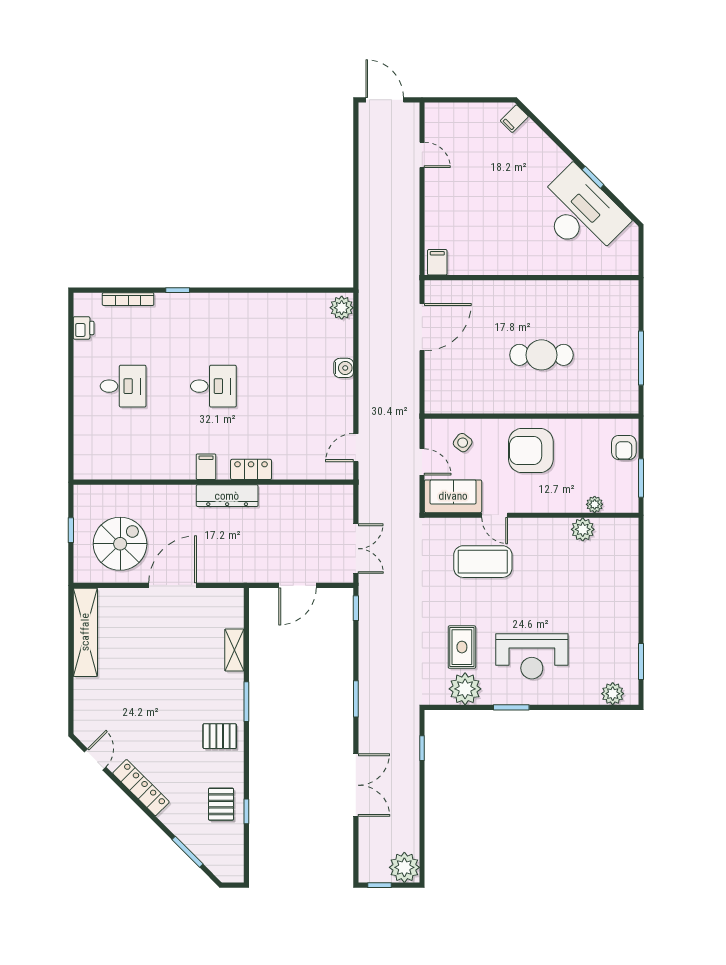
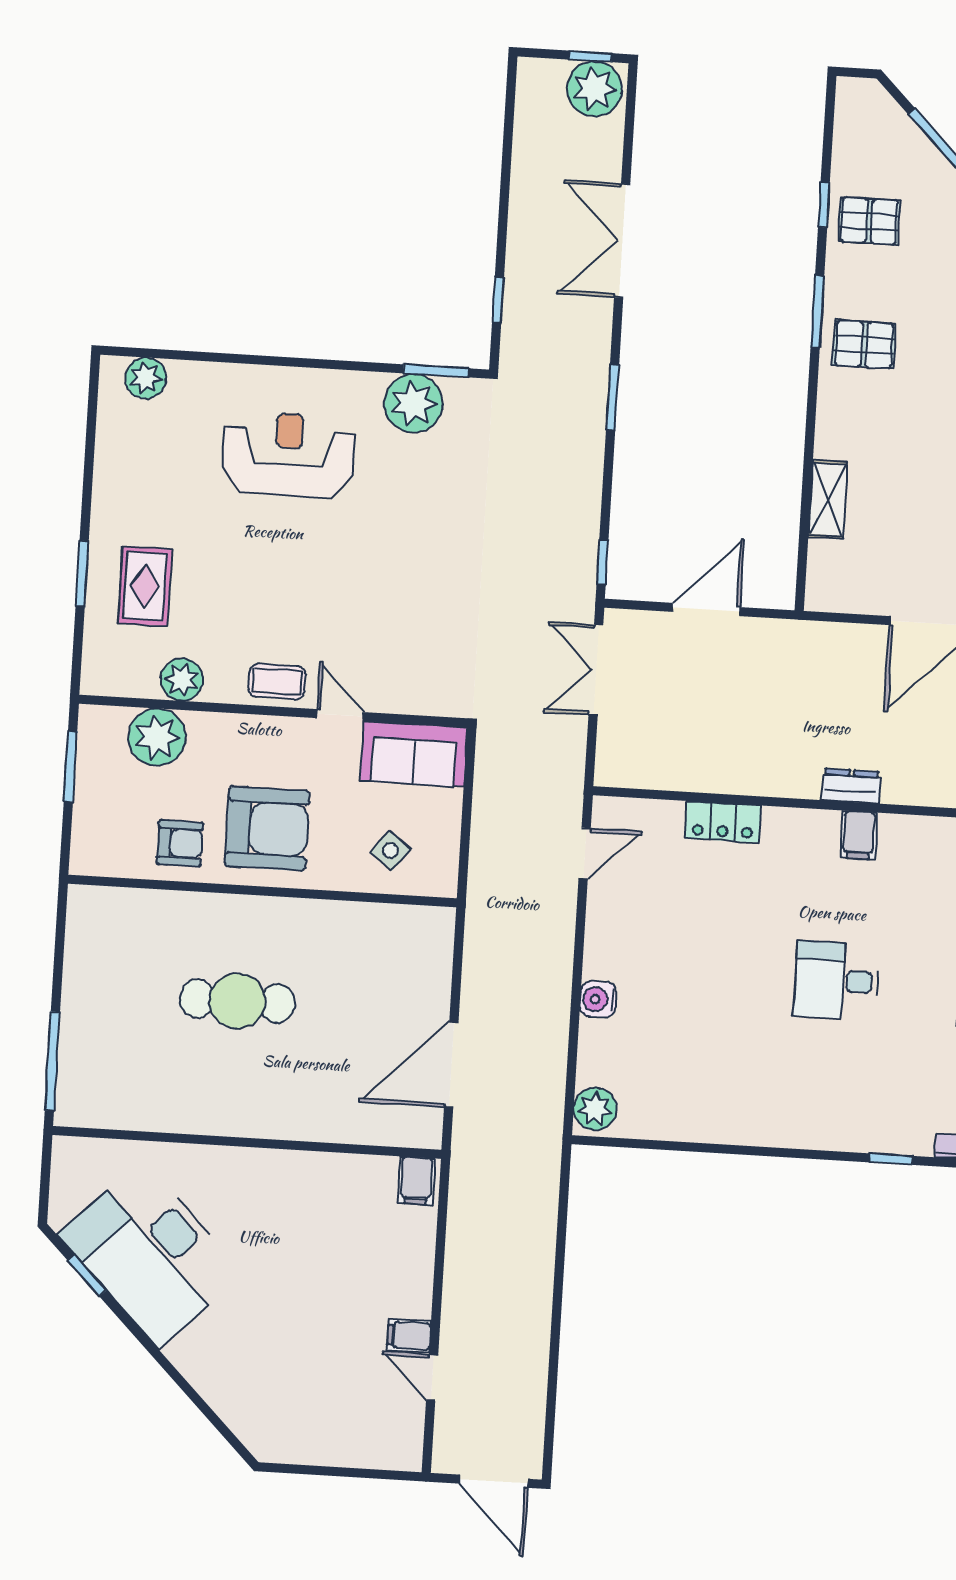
filing cabinet: (514, 119) -> (409, 1336), moved, turned -135
window: (593, 177) -> (87, 1275), moved
window: (641, 358) -> (52, 1061), moved
armchair: (624, 448) -> (180, 843), moved, turned 90
door: (422, 462) -> (466, 820), removed
locker: (251, 469) -> (723, 822), moved
dresser: (227, 496) -> (851, 786), width x0.51, depth x0.80
plant: (595, 504) -> (157, 737), width x1.88, depth x1.88
coffee table: (483, 562) -> (277, 682), moved, width x0.54, depth x0.58
rug: (462, 647) -> (145, 586), moved
window: (641, 662) -> (82, 574), moved
window: (246, 702) -> (817, 312), moved
window: (511, 707) -> (436, 371), moved
pallet: (221, 804) -> (869, 221), turned 90
plant: (404, 867) -> (594, 89), moved

